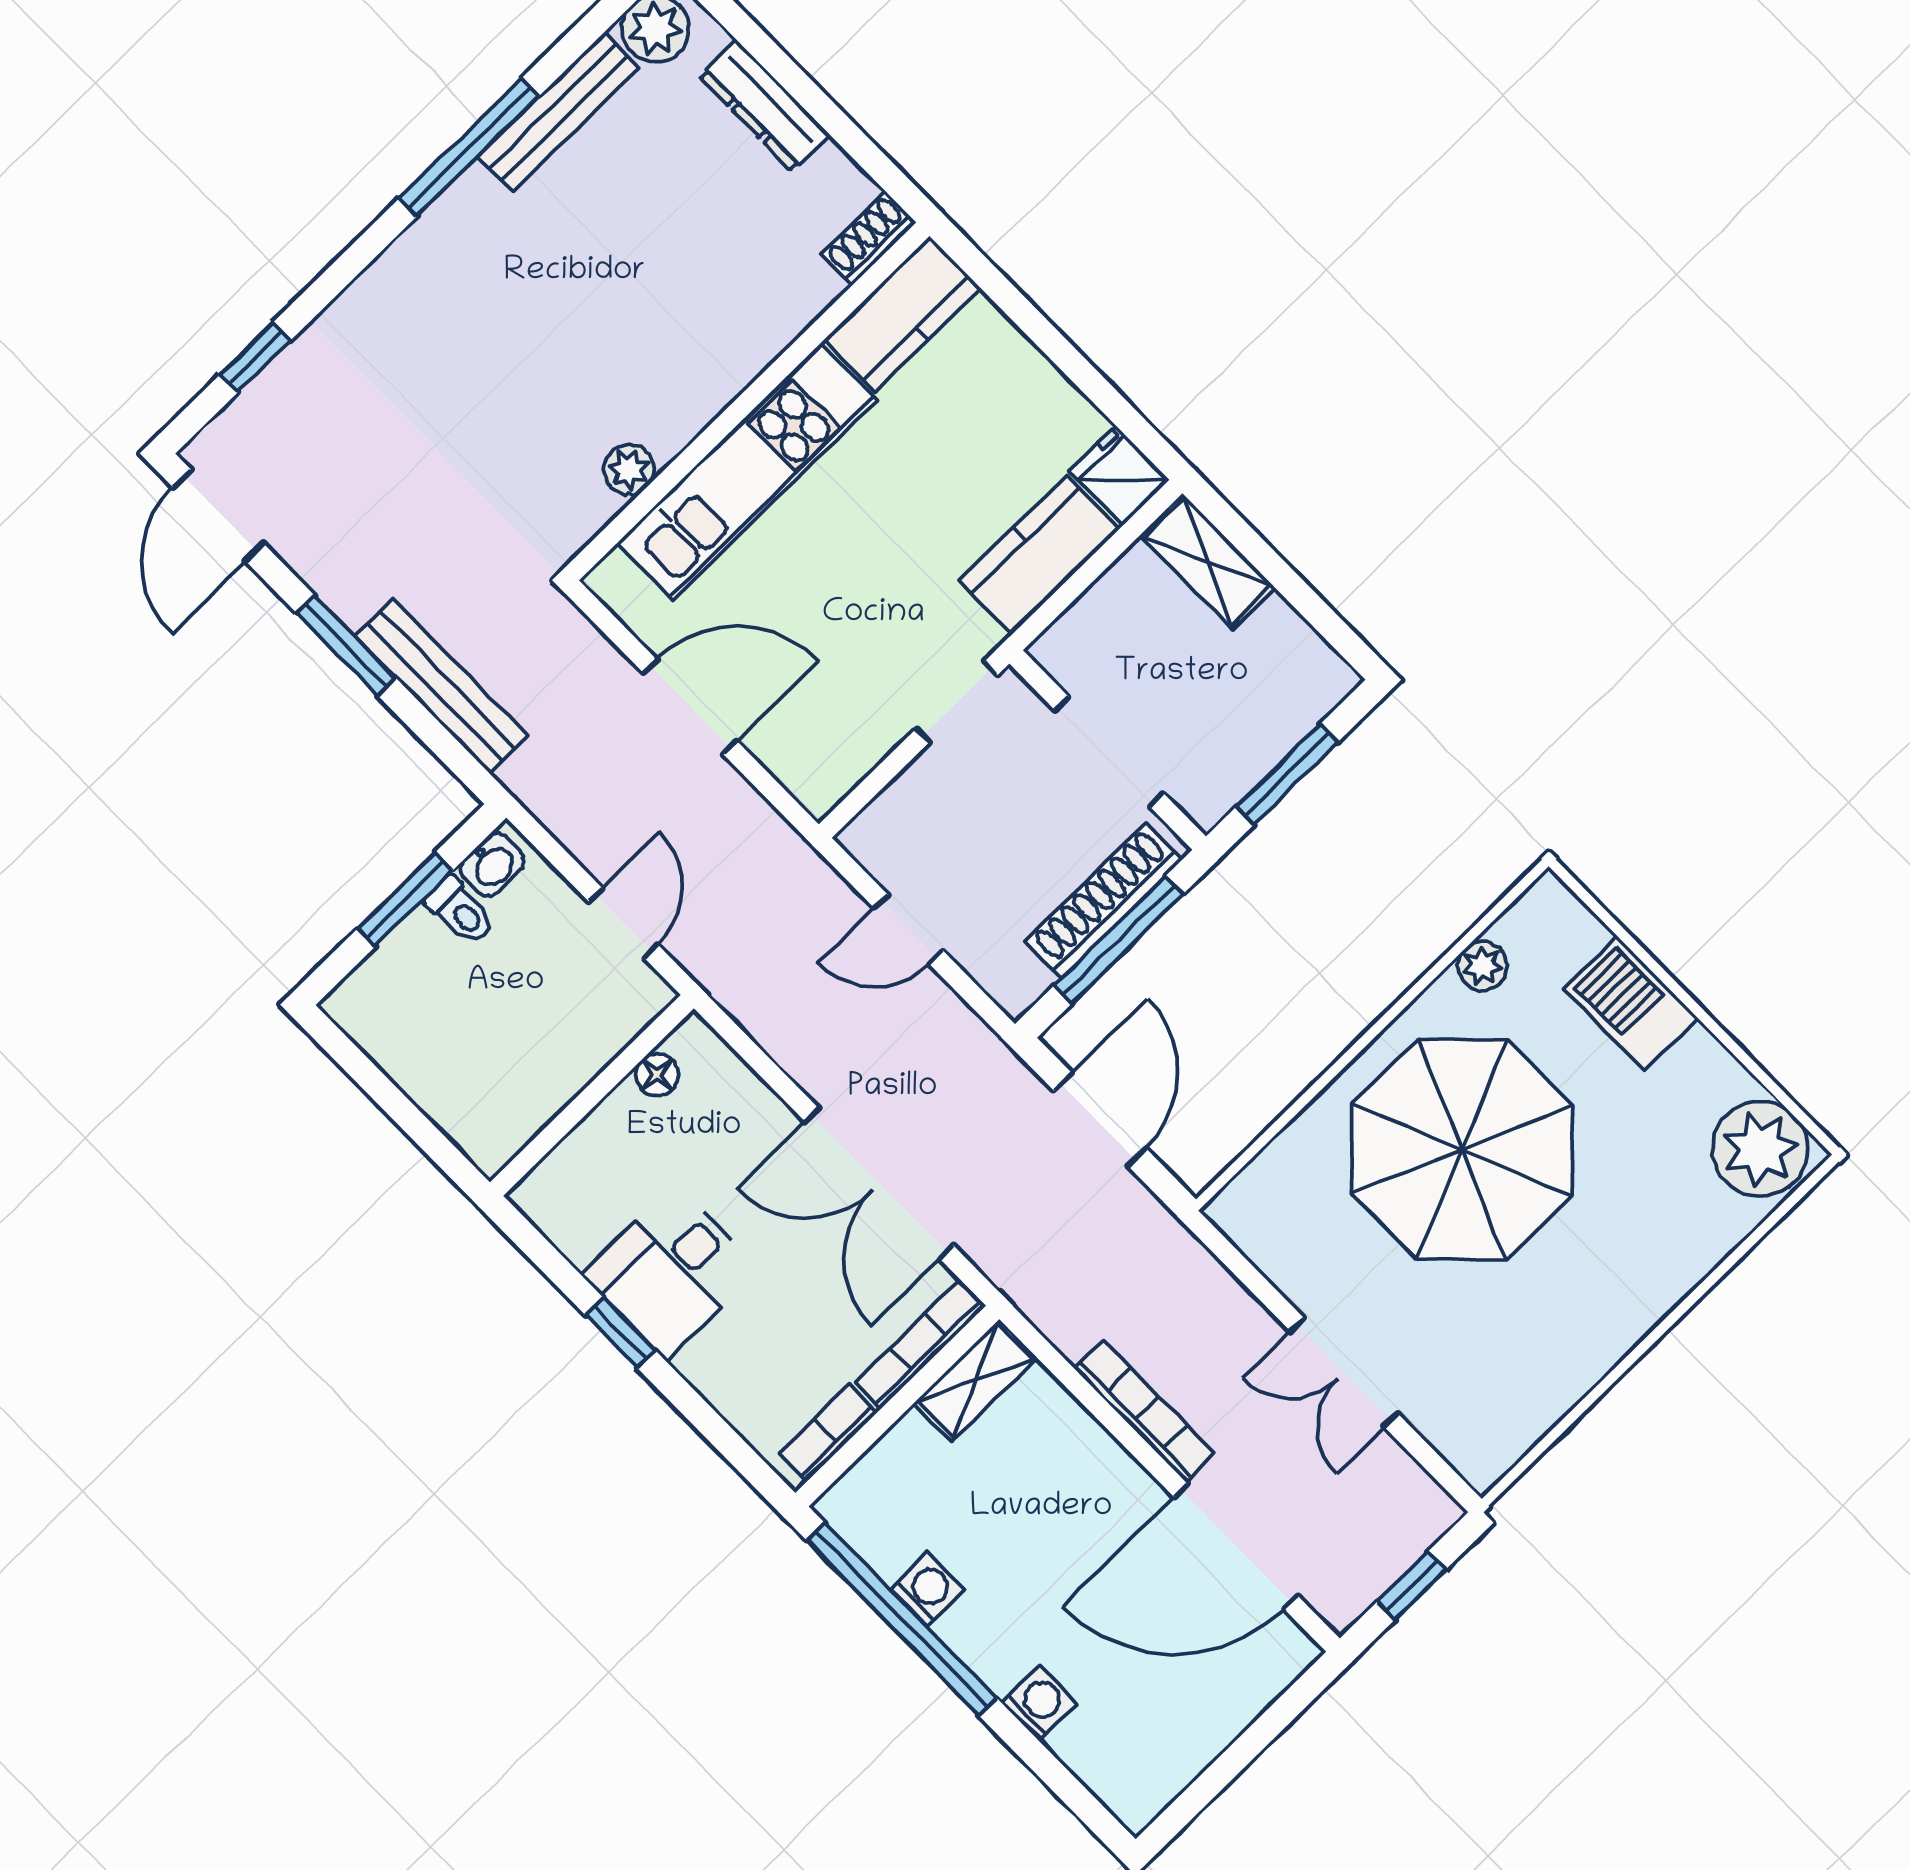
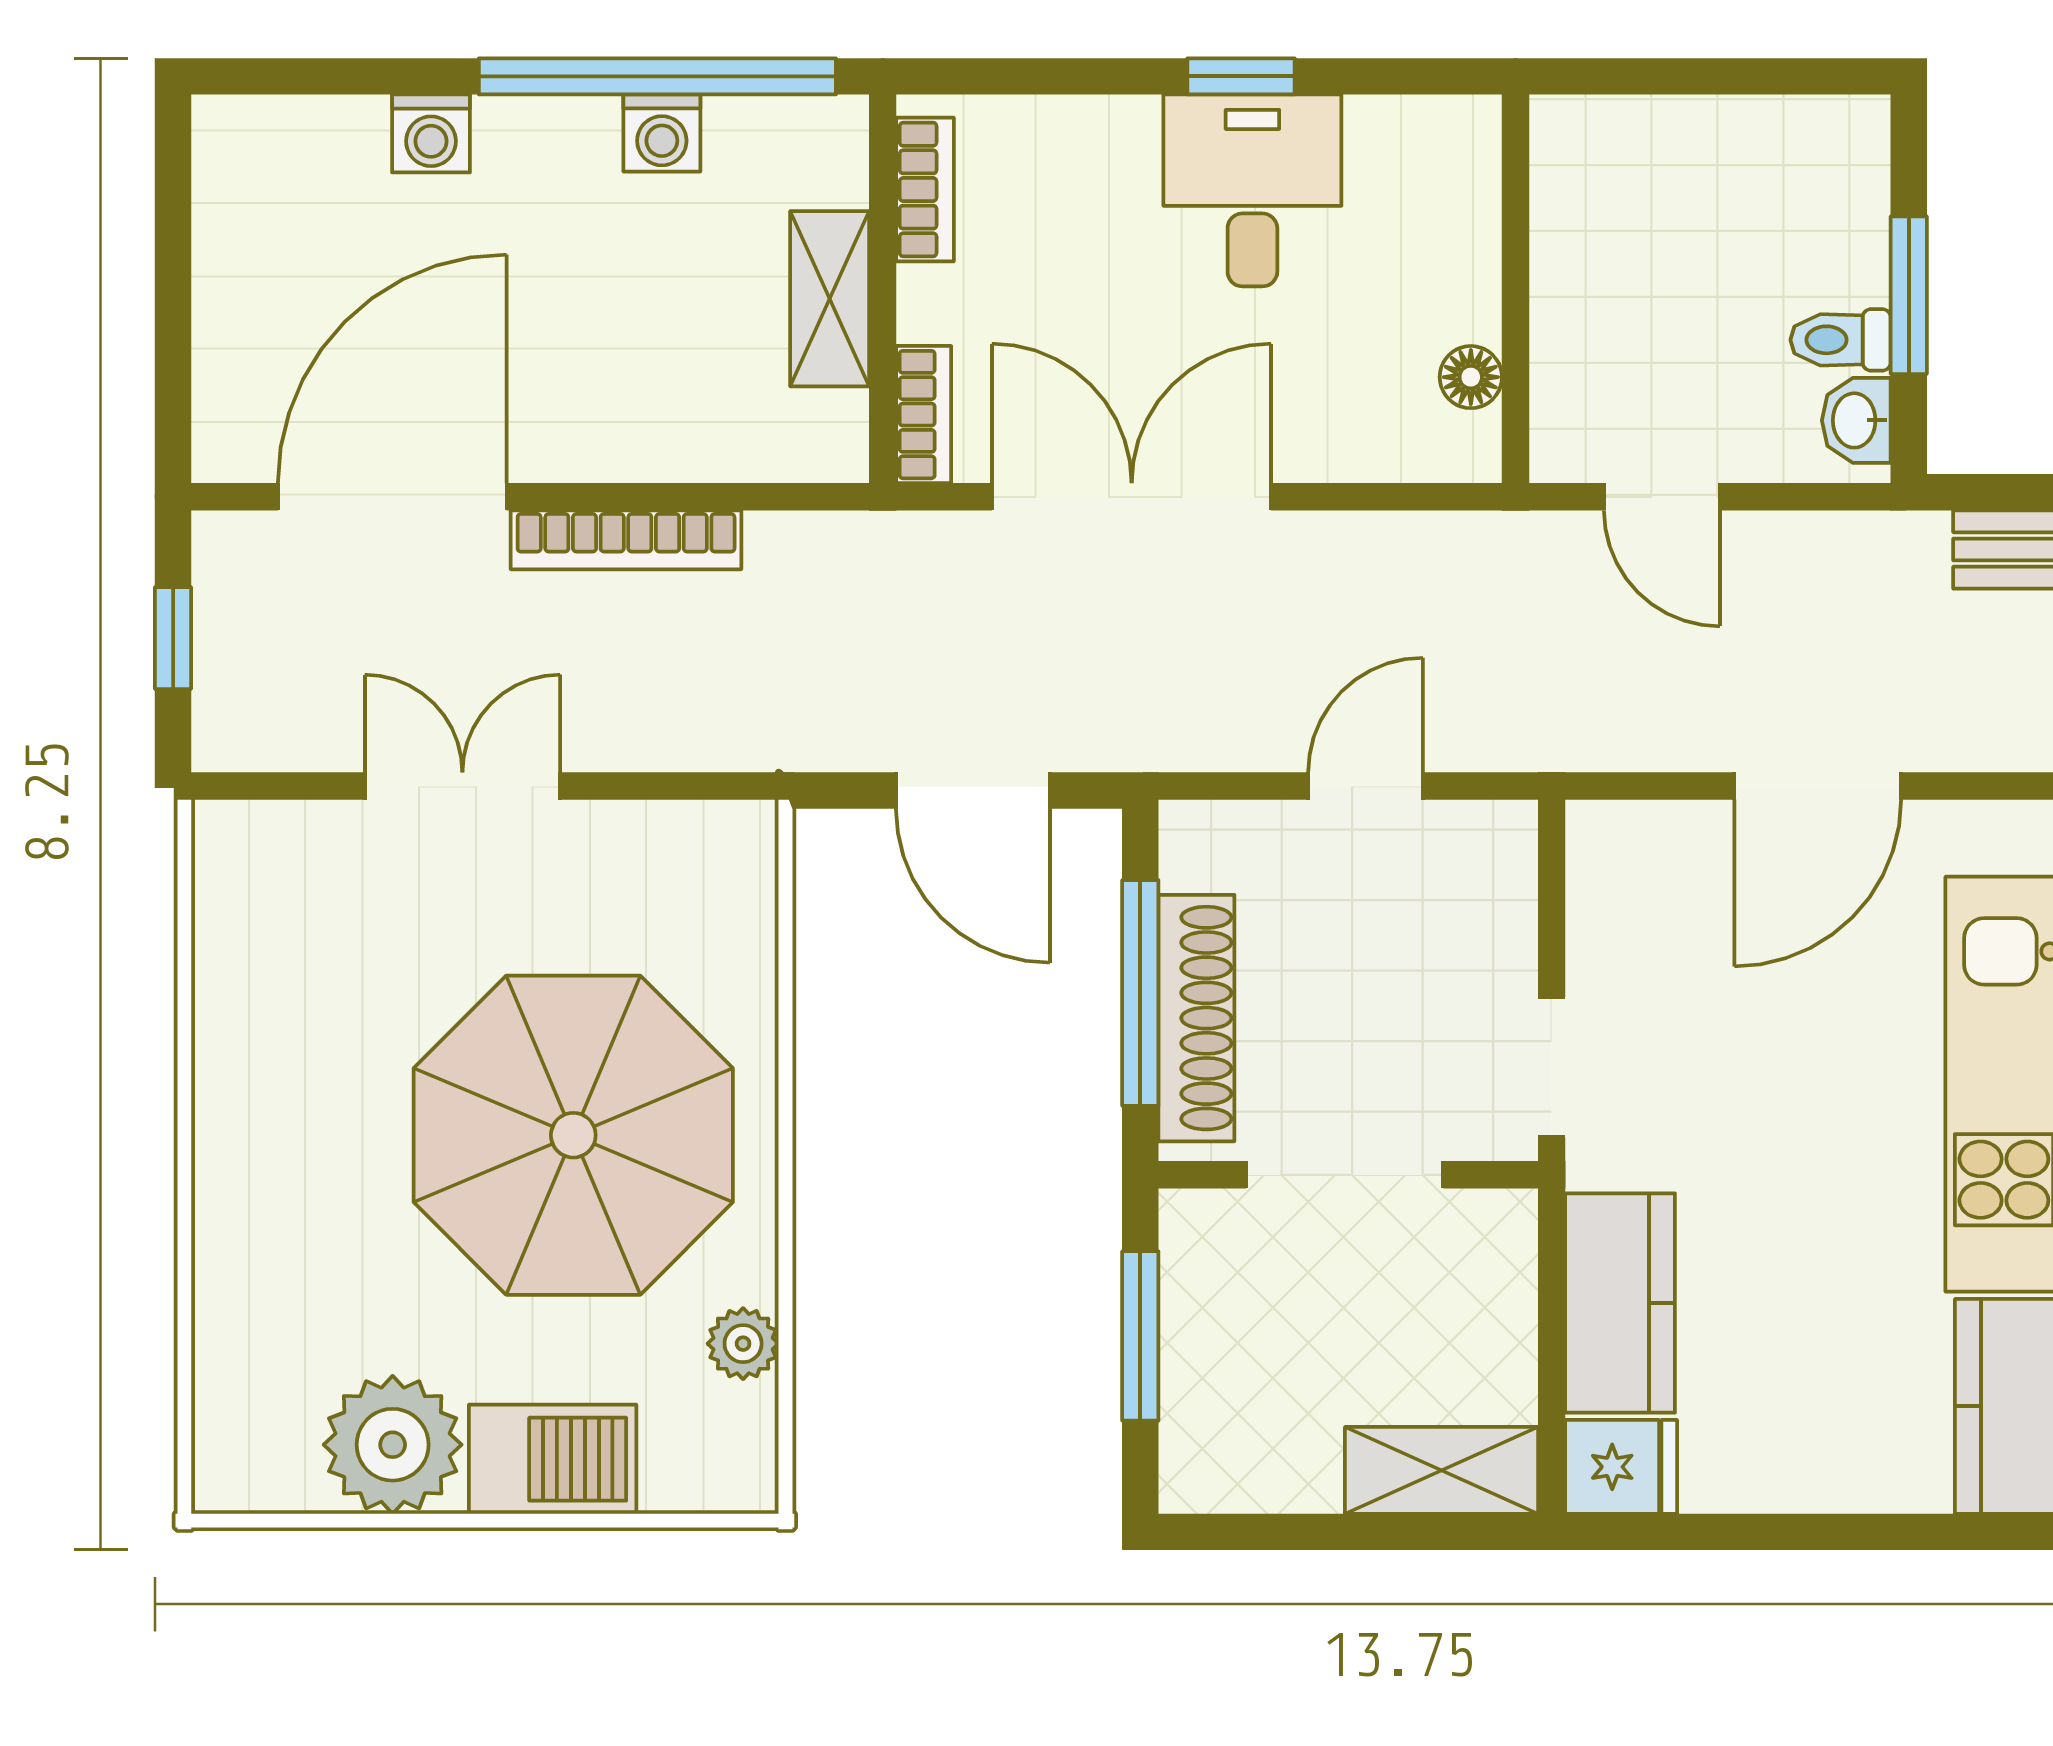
plant: (1760, 1149) -> (393, 1445), moved
bookcase: (920, 1344) -> (924, 415), width x0.64
shelving: (975, 1381) -> (830, 299), moved

